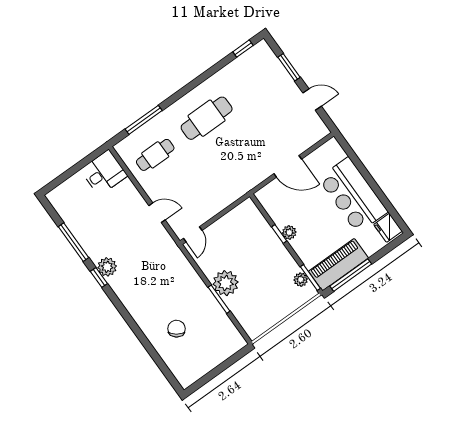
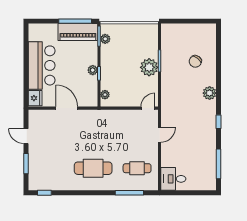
door: (157, 213) -> (159, 135), swing flipped
plant: (254, 214) -> (105, 95), added
fridge: (388, 228) -> (35, 98), moved
window: (74, 242) -> (218, 164), moved
plant: (107, 267) -> (210, 93), moved

